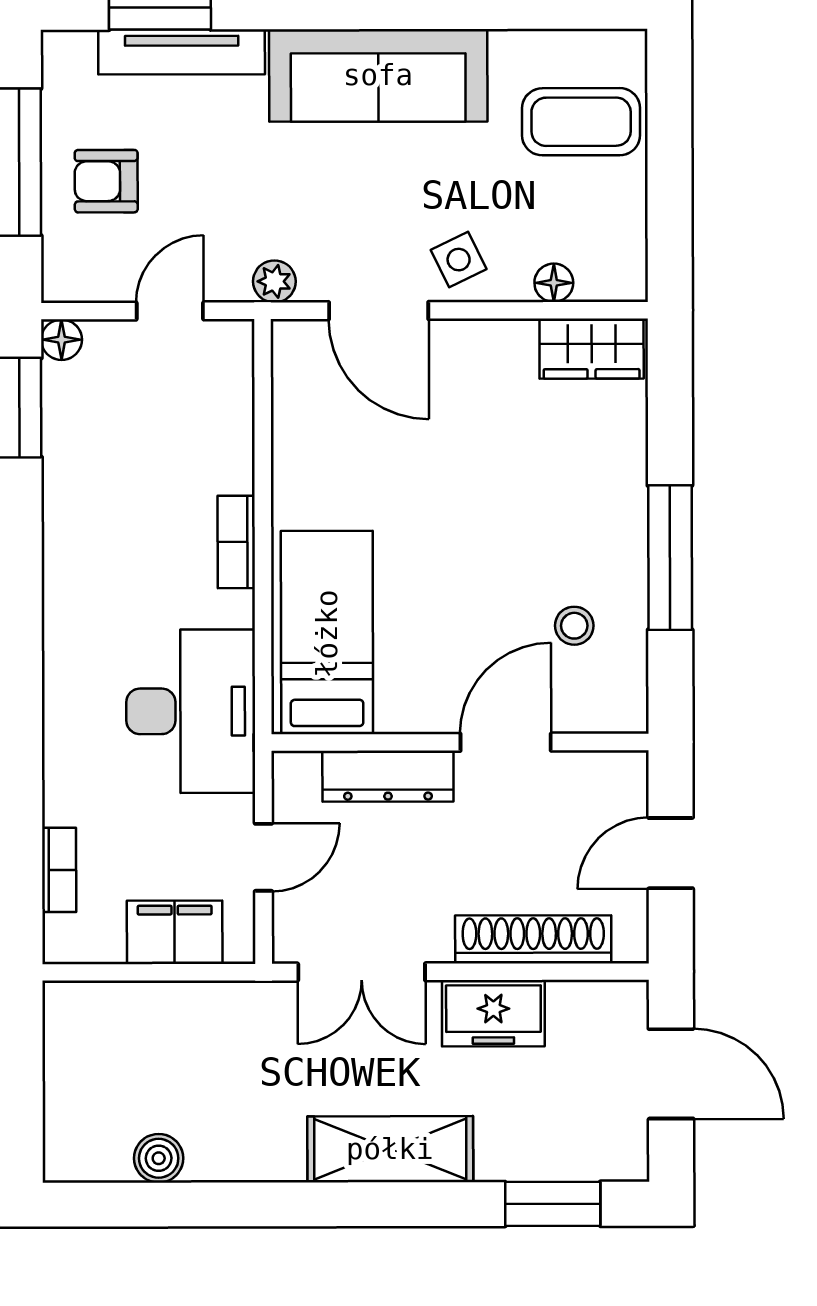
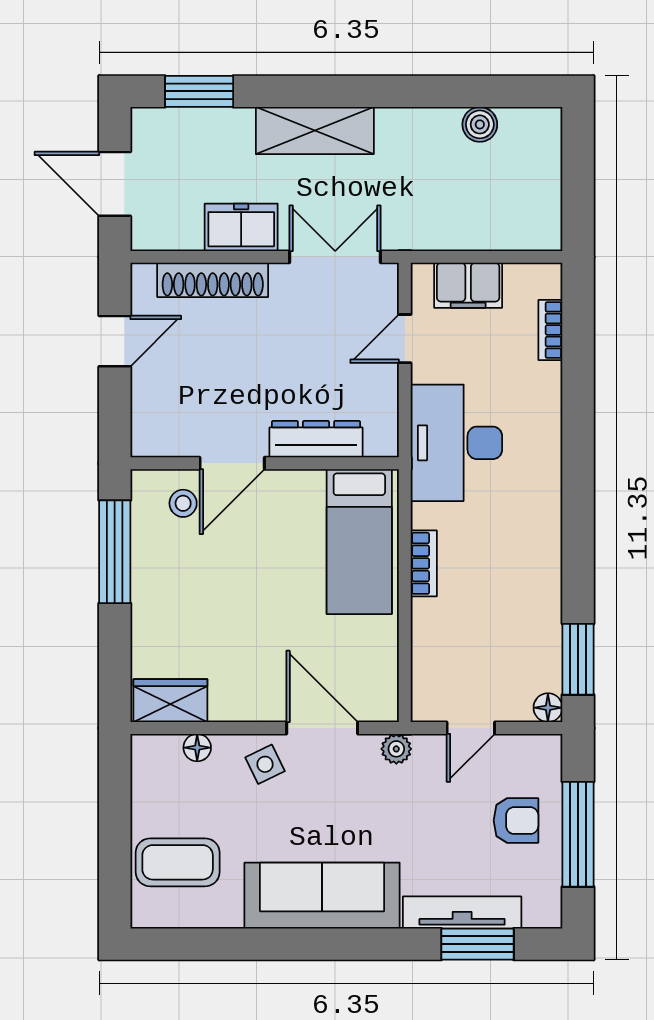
bed: (327, 633) -> (359, 542), moved
wall: (460, 742) -> (265, 463), moved
door: (506, 742) -> (232, 463), moved
dresser: (388, 776) -> (316, 439), moved

